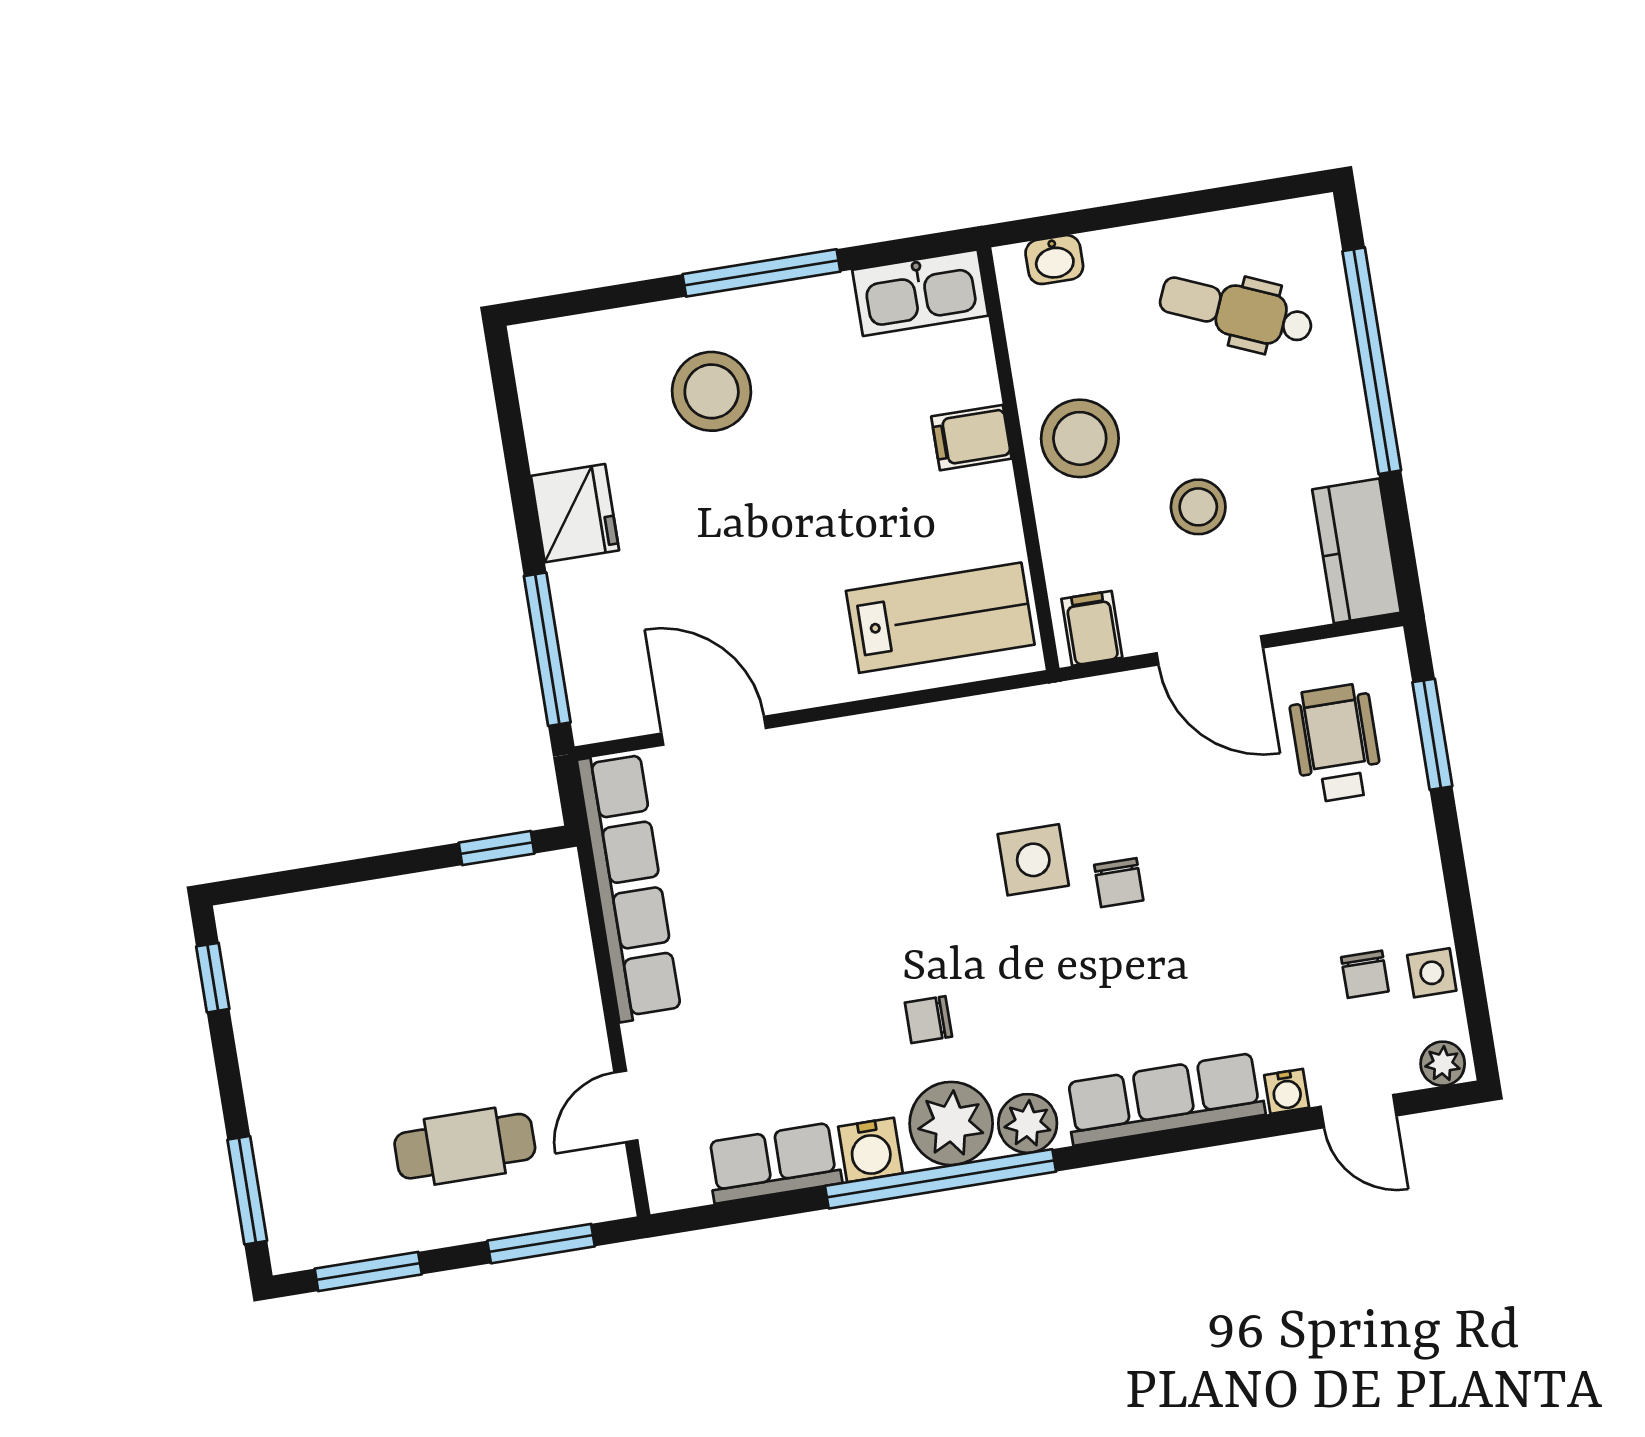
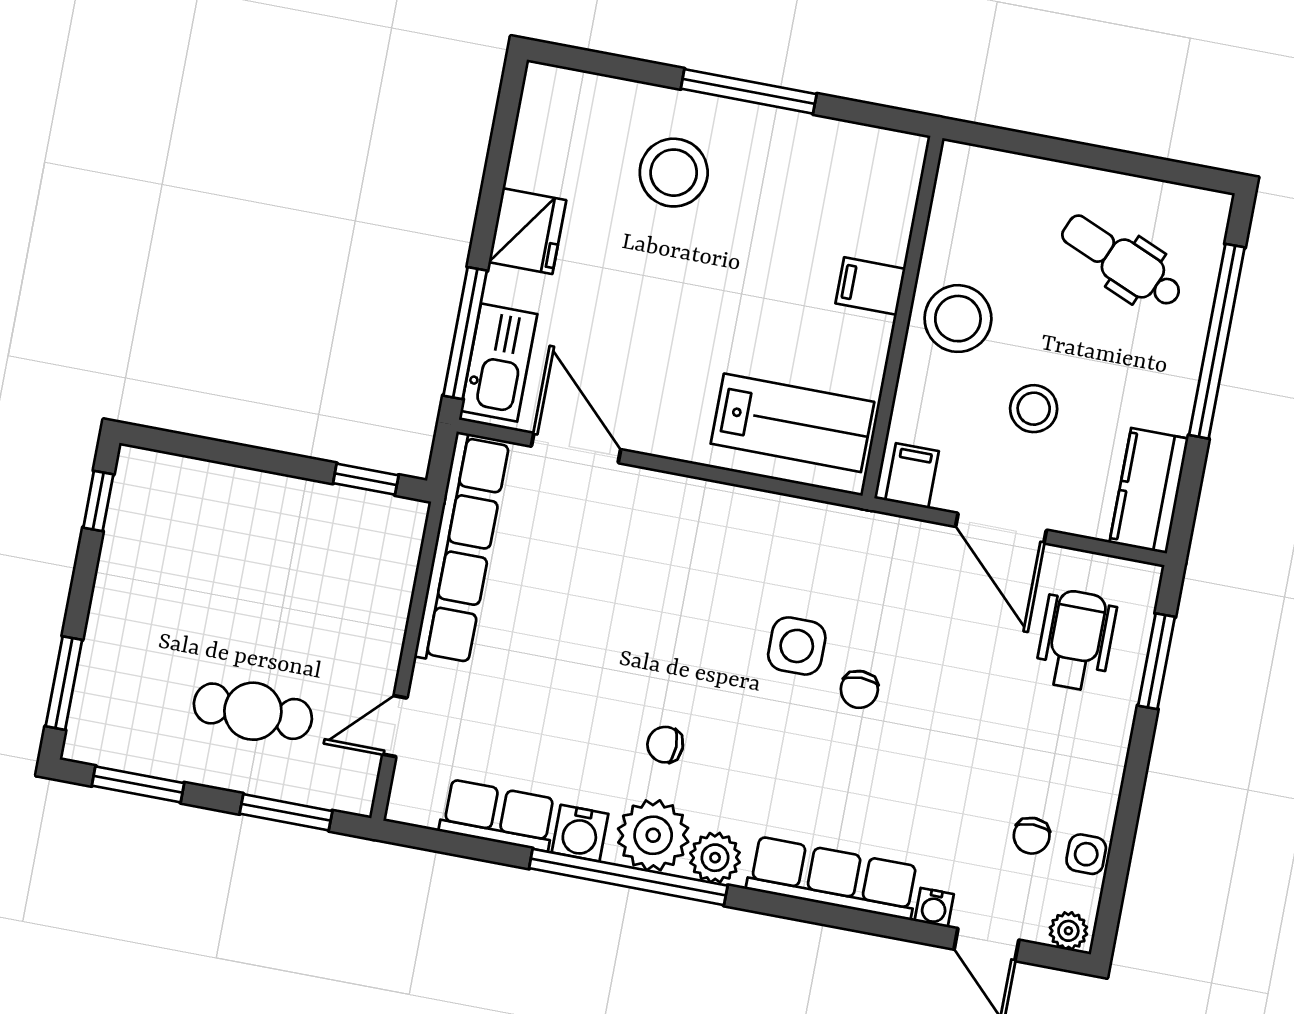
washbasin: (1054, 260) -> (990, 166), removed
kitchen sink: (920, 293) -> (499, 363), moved, turned -90

